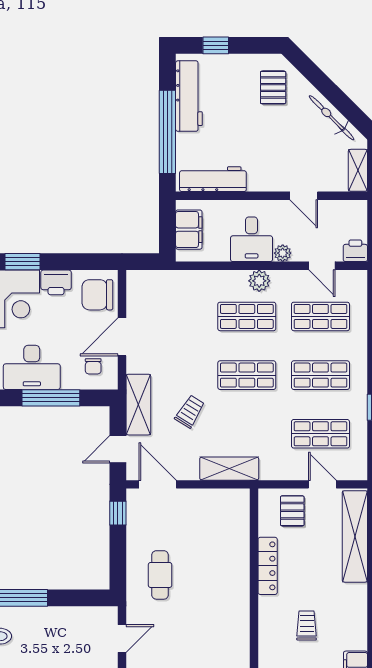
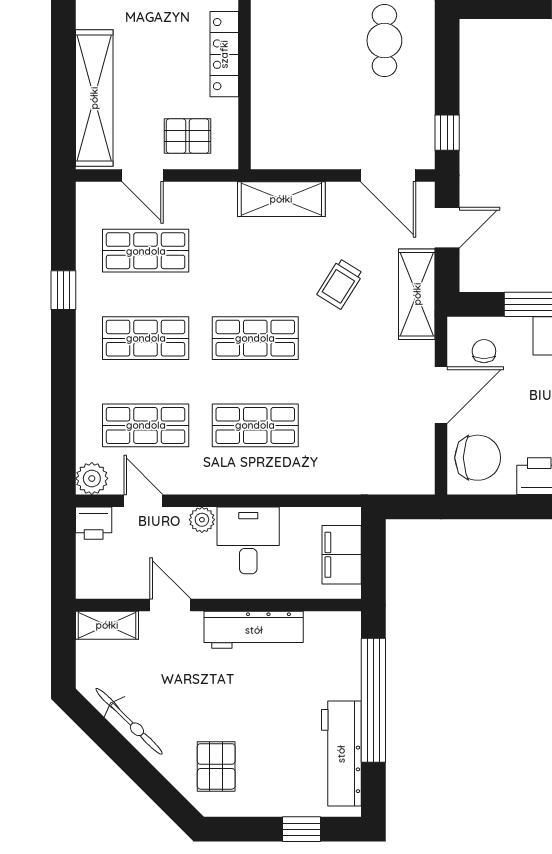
shelving: (358, 170) -> (107, 625), moved, turned 90
workbench: (213, 179) -> (254, 630), moved
plant: (259, 281) -> (92, 478), moved
pallet: (292, 511) -> (188, 136), turned 90

